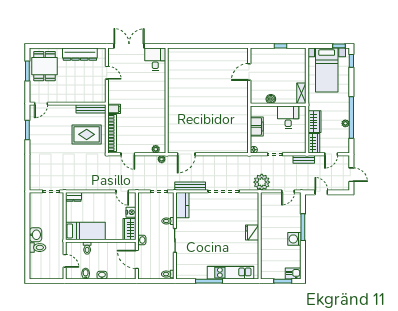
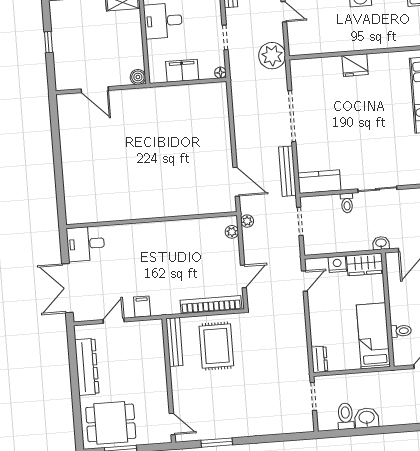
boiler: (271, 99) -> (138, 77), moved
filing cabinet: (114, 109) -> (142, 307), moved
washbasin: (36, 235) -> (367, 418), moved
toilet: (38, 248) -> (346, 416), moved

